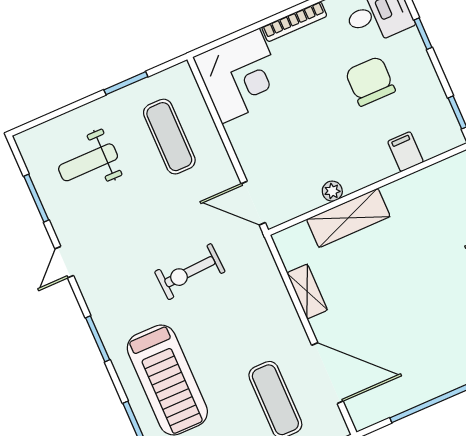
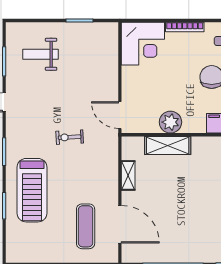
exercise mat: (169, 137) -> (90, 60), removed
plant: (332, 191) -> (170, 122), width x1.88, depth x1.88
exercise bike: (190, 272) -> (70, 137), width x0.73, depth x0.72

